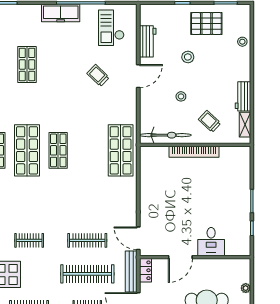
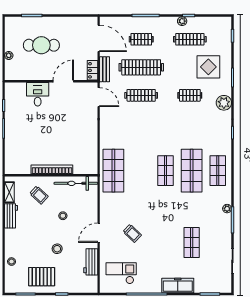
freezer: (61, 13) -> (178, 286), moved
checkout: (111, 28) -> (121, 273), turned -90
bench: (131, 271) -> (104, 69), width x0.73

